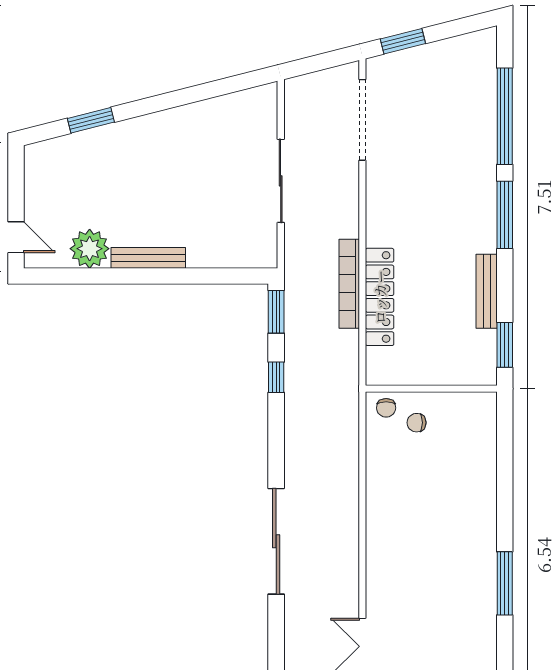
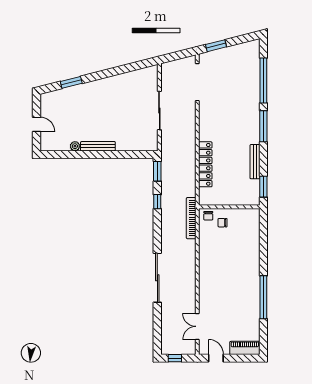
door: (16, 237) -> (37, 124), moved
plant: (90, 249) -> (75, 146), width x0.53, depth x0.53
bookcase: (349, 284) -> (191, 218), moved
window: (505, 583) -> (263, 297), width x1.46

